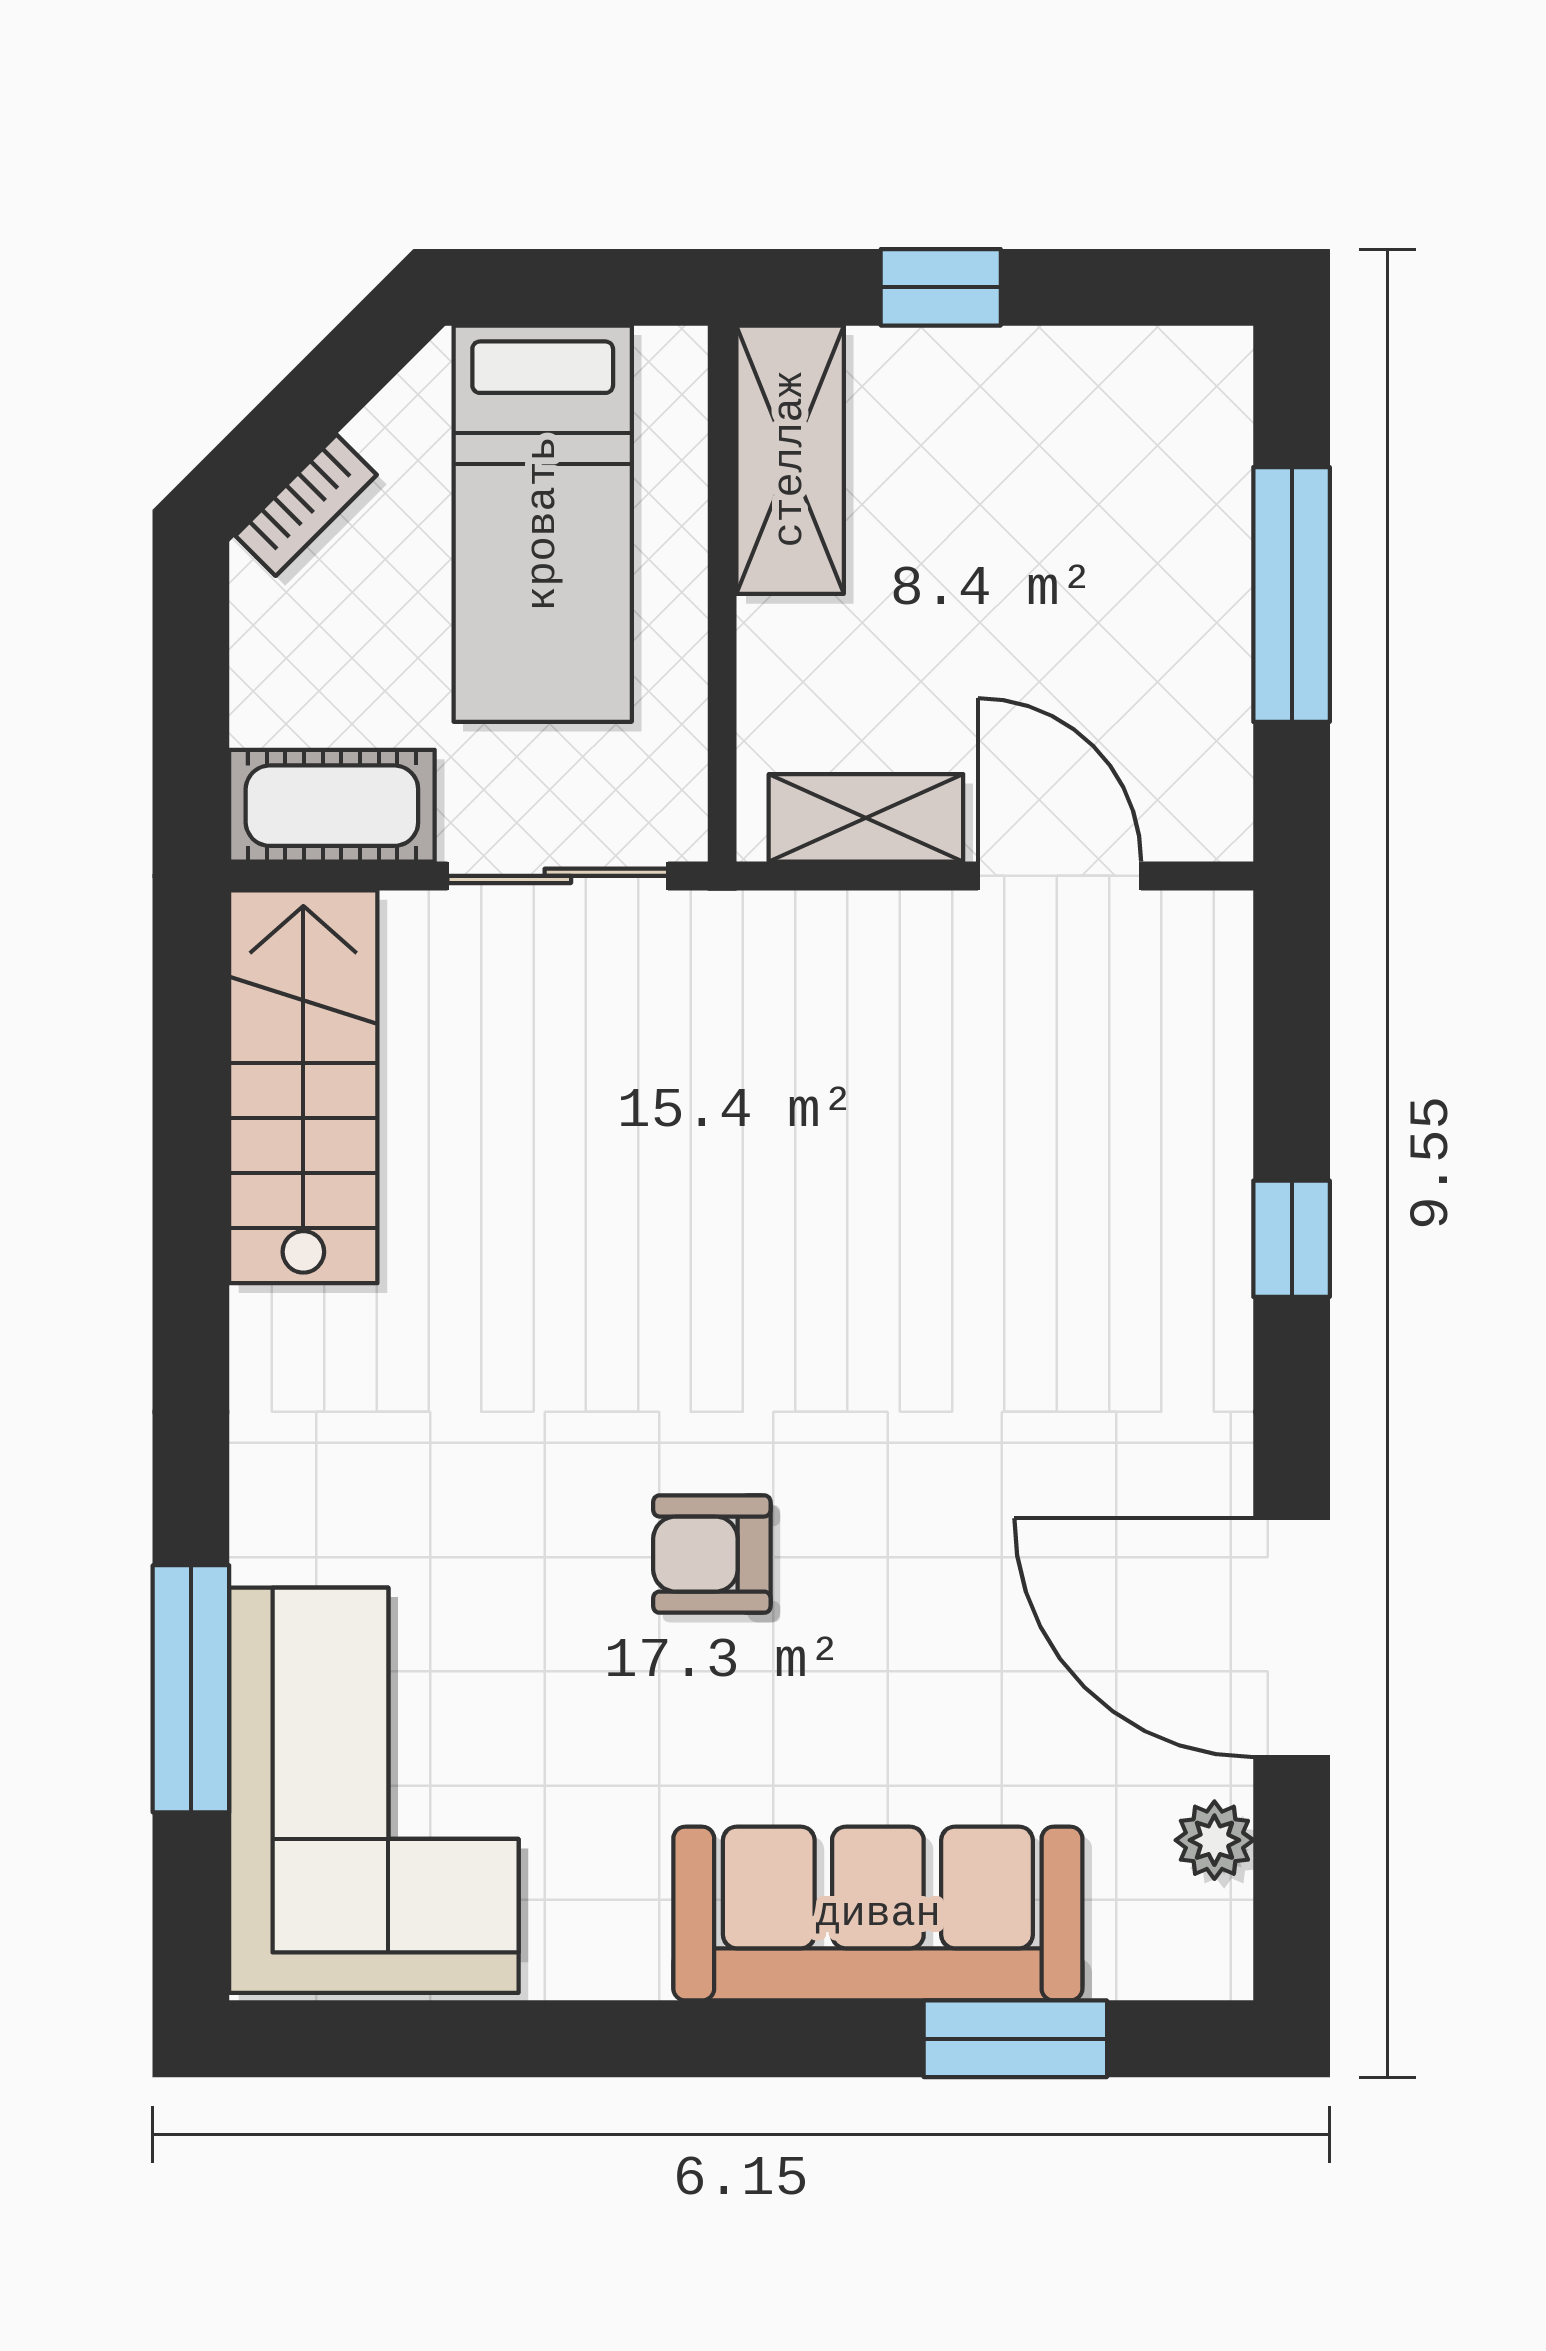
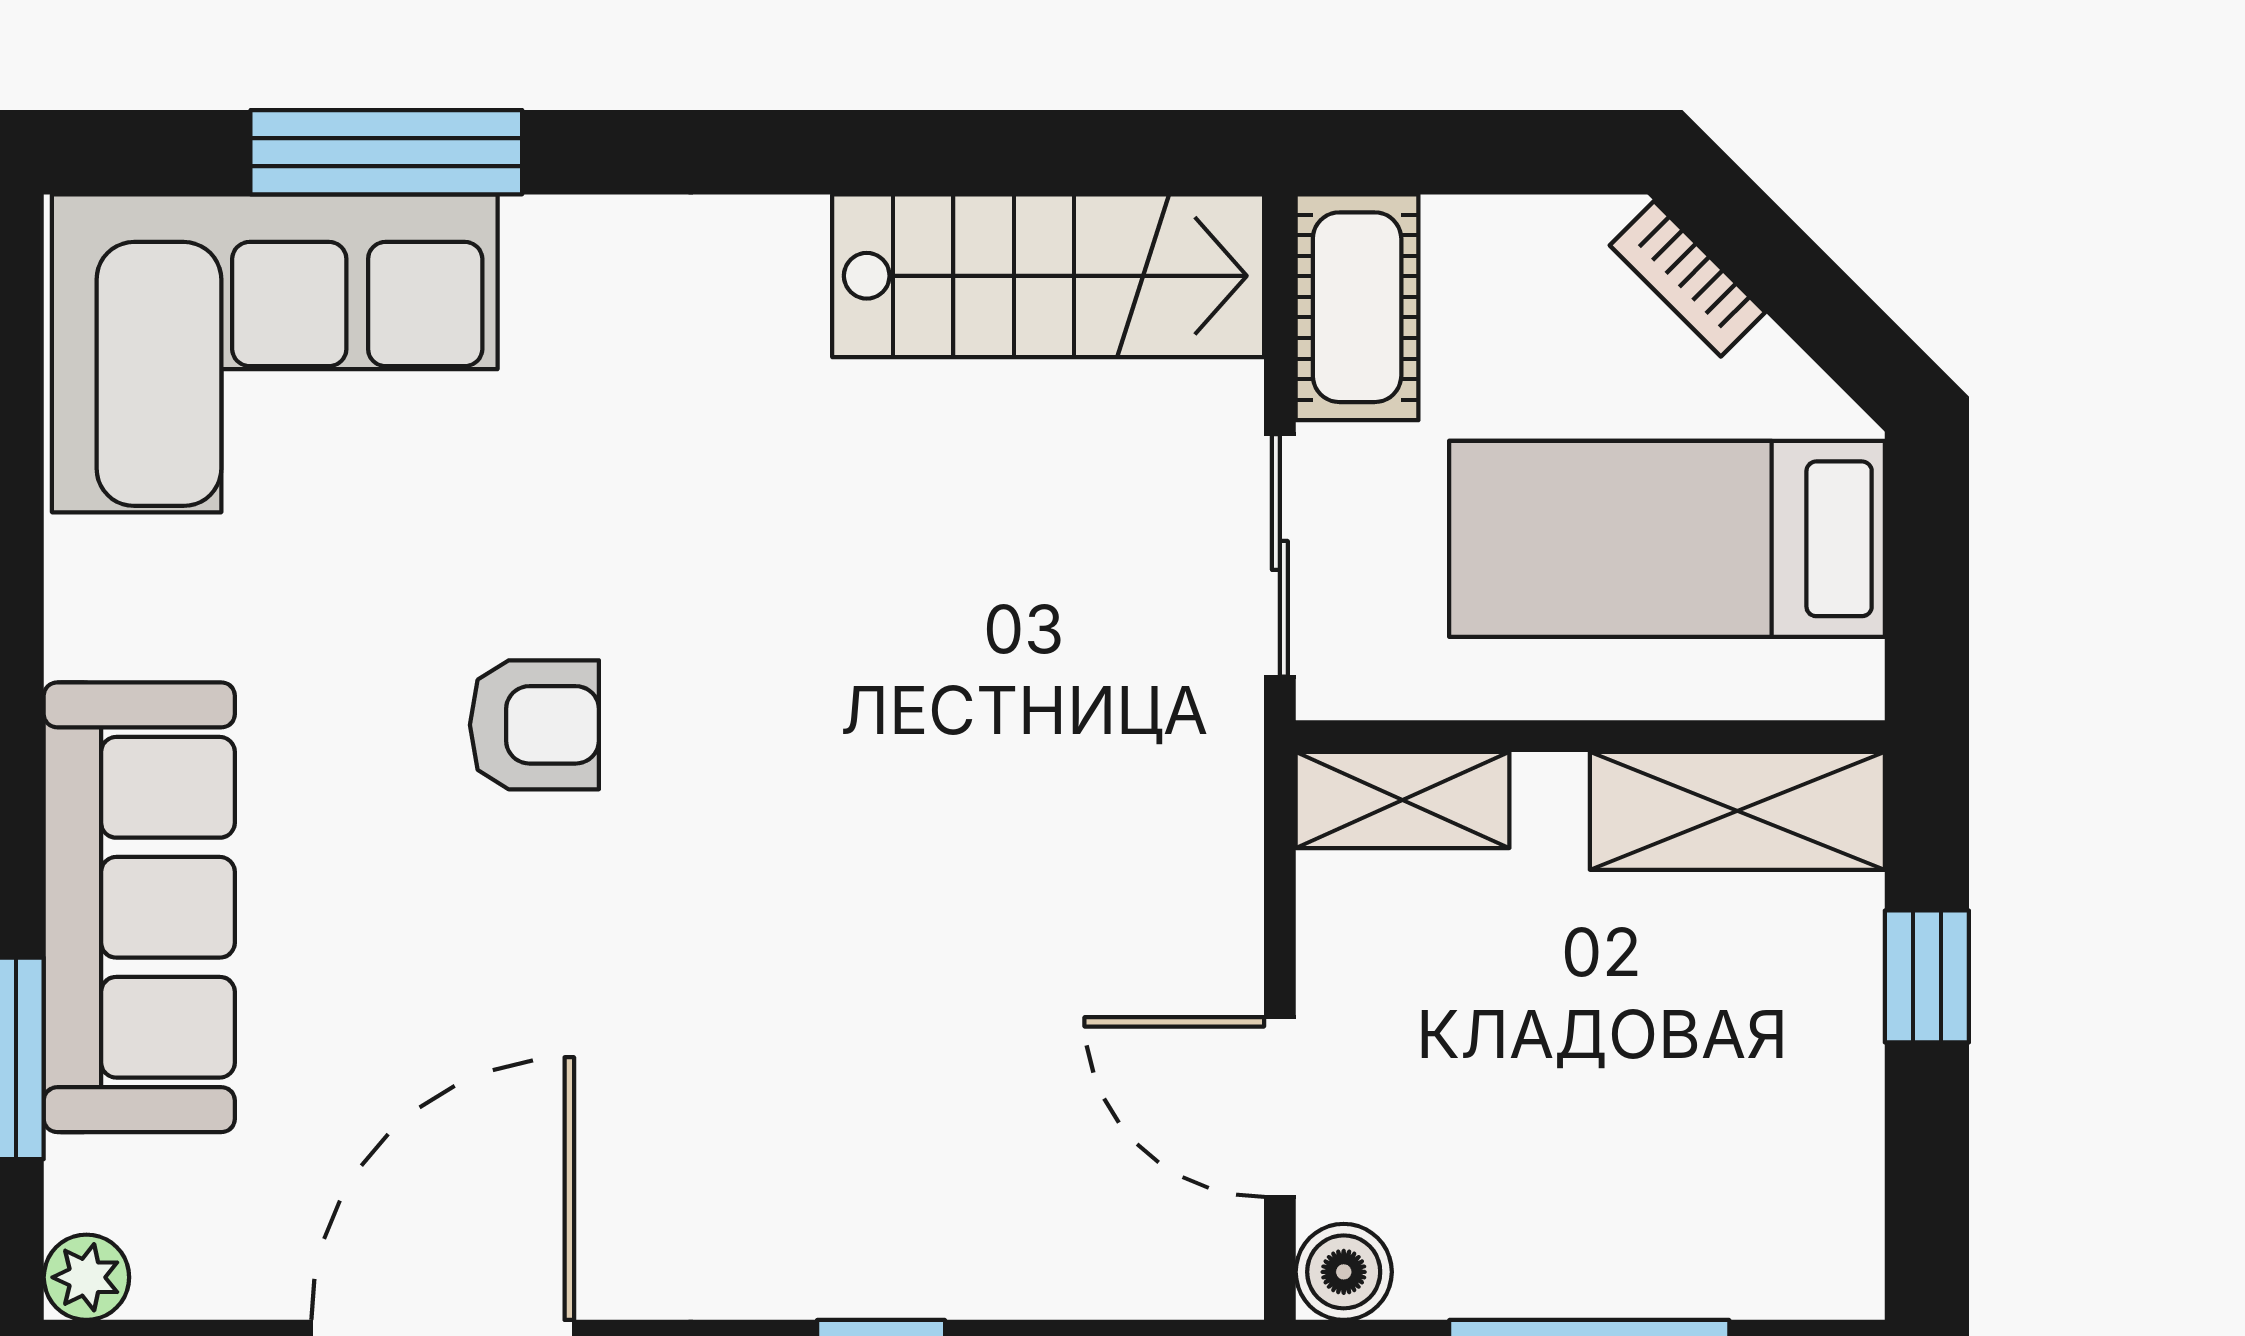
shelving: (866, 818) -> (1403, 800), moved, turned 90
boiler: (1210, 818) -> (1344, 1272), added
door: (1060, 876) -> (1280, 1107), swing flipped
armchair: (712, 1554) -> (534, 725), turned 90
plant: (1214, 1840) -> (86, 1277), moved

